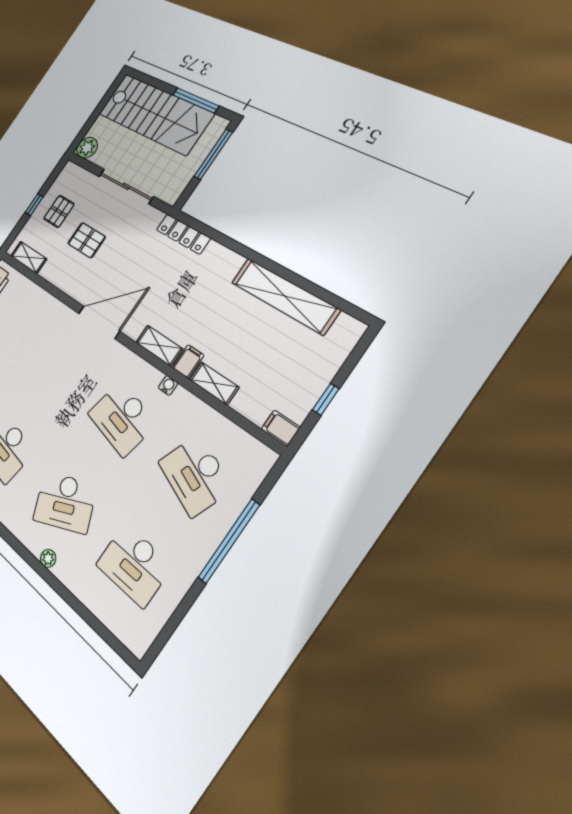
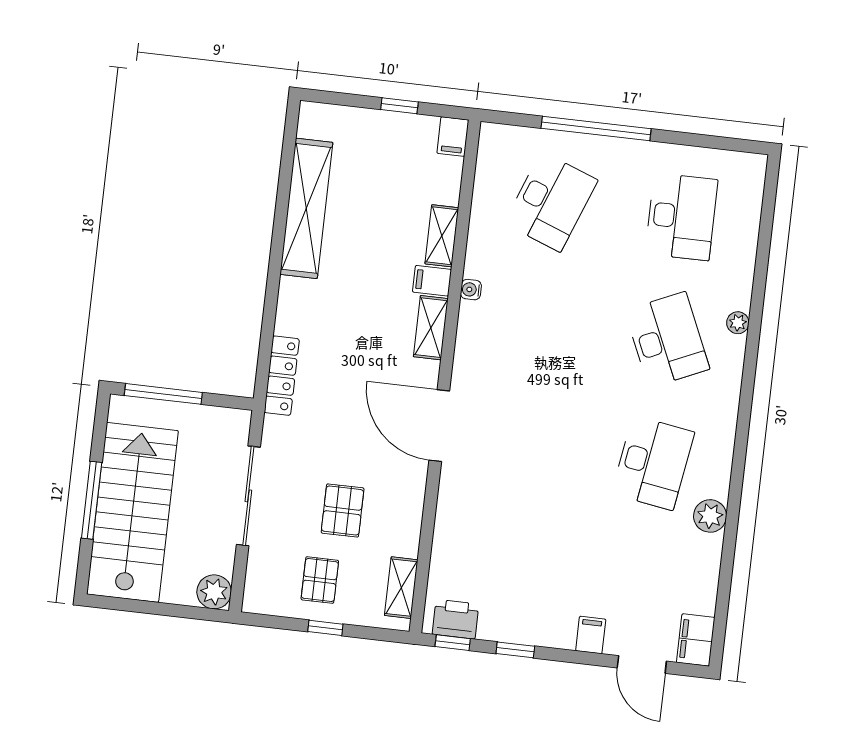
window: (196, 100) -> (92, 500), moved
pallet: (59, 211) -> (320, 580), turned 90
desk: (122, 418) -> (537, 325), removed

